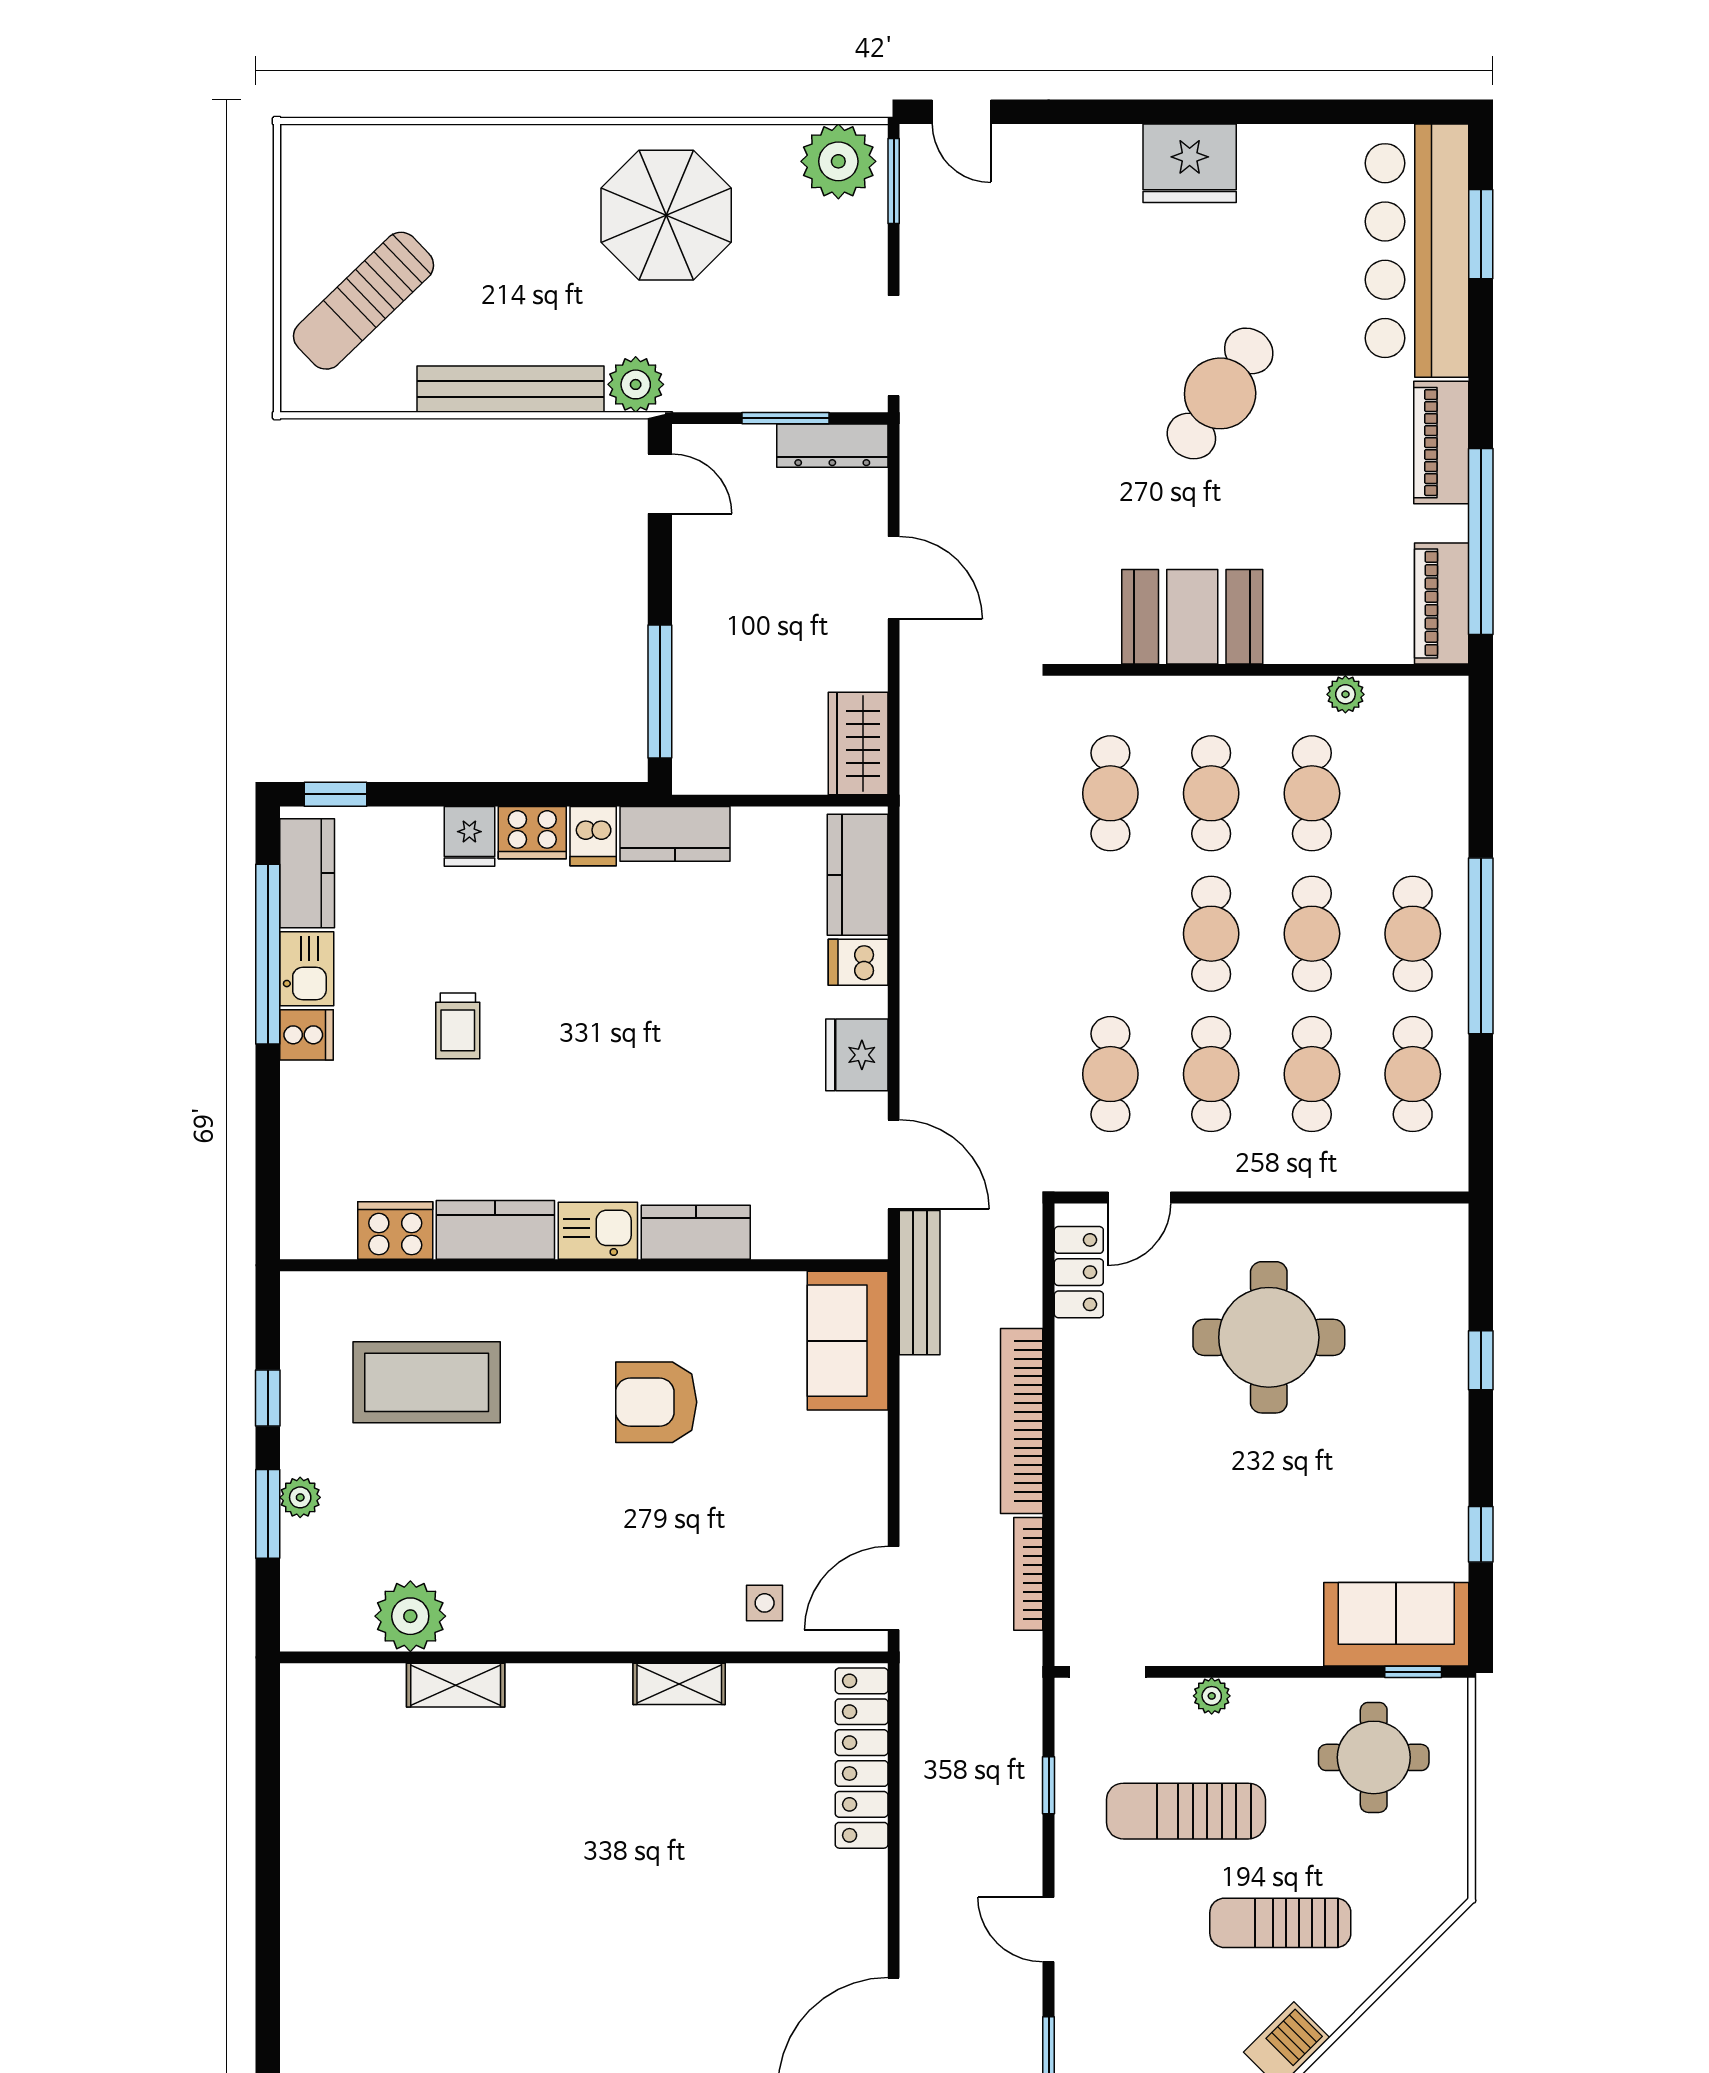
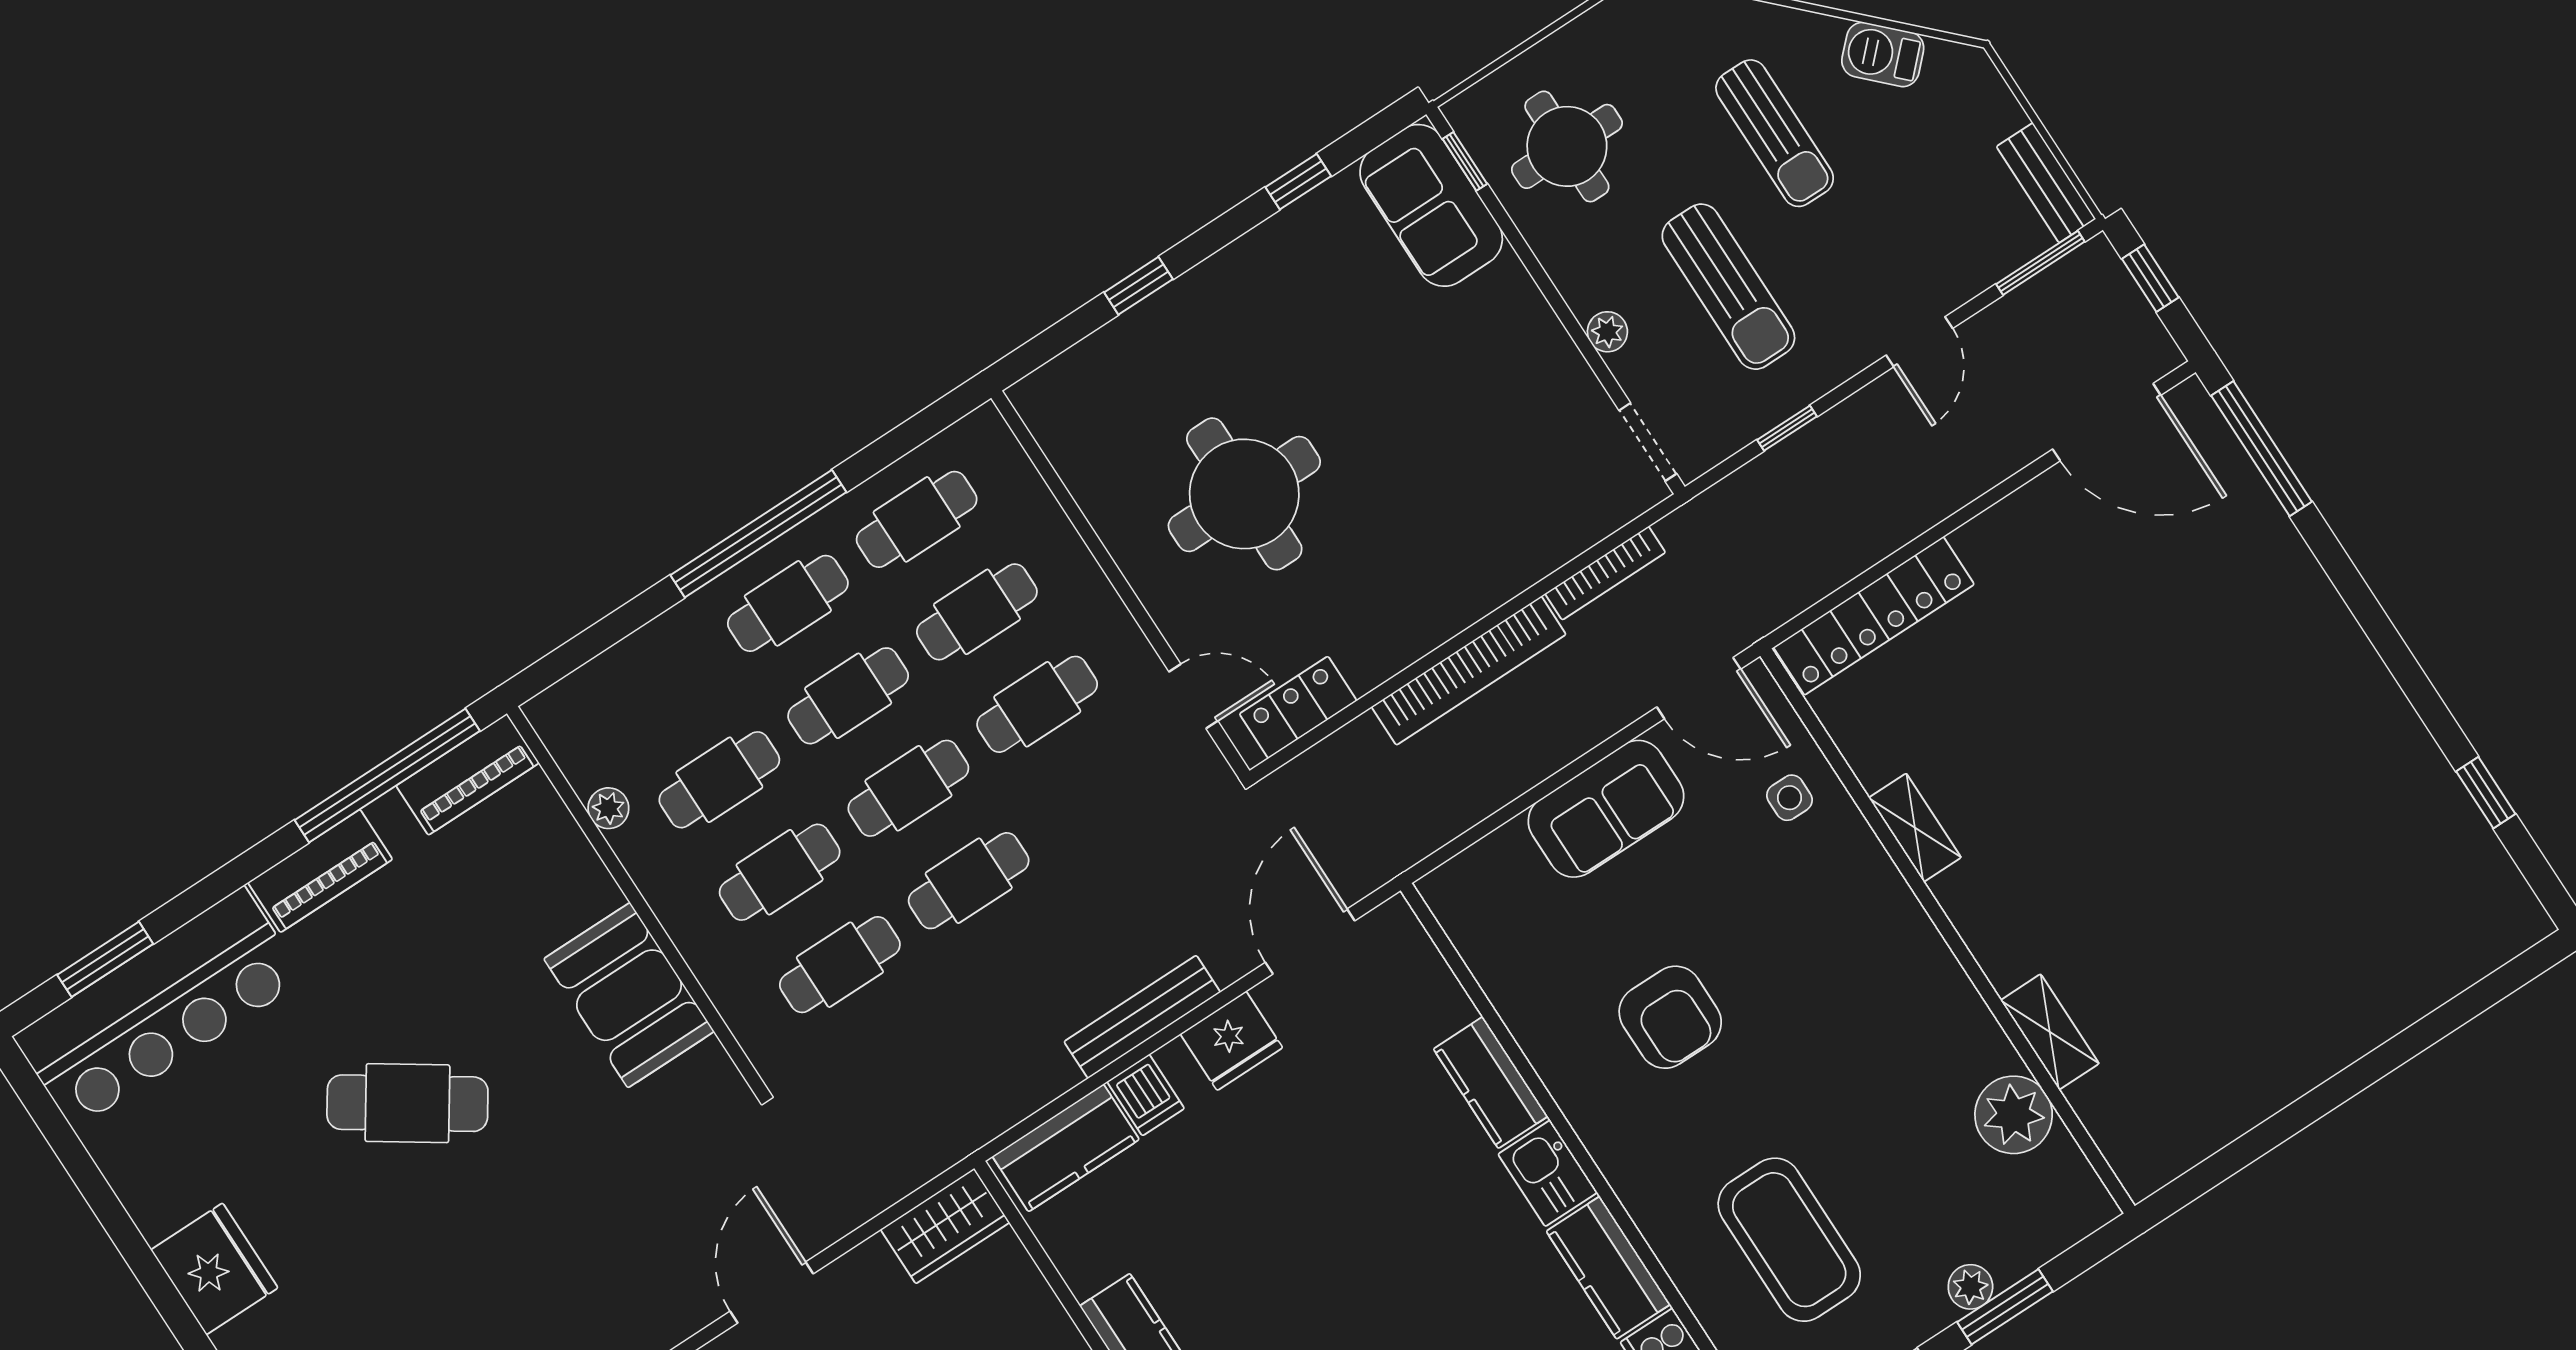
cafe table: (1110, 1074) -> (969, 881), moved
bench: (920, 1283) -> (1142, 1017), moved
sofa: (848, 1341) -> (1606, 809), moved

